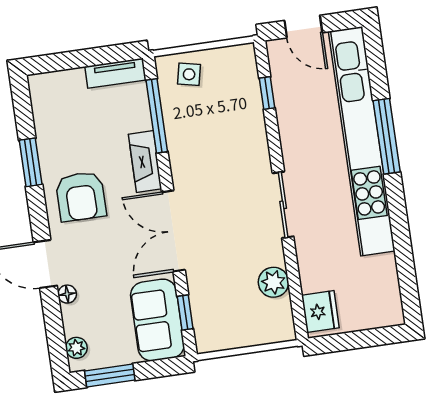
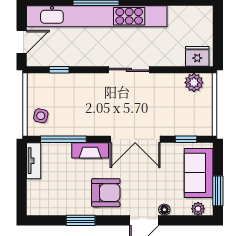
plant: (273, 282) -> (194, 83), moved
sofa: (157, 320) -> (199, 173), moved, turned 90

